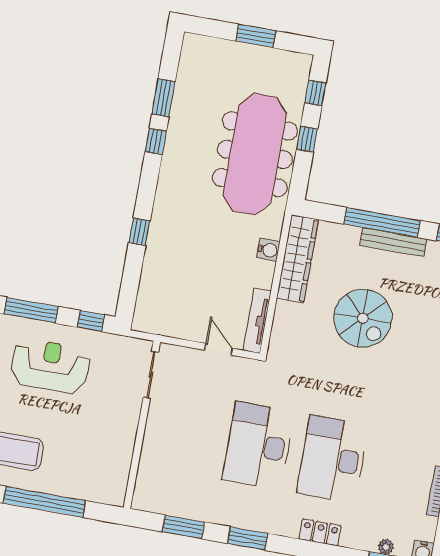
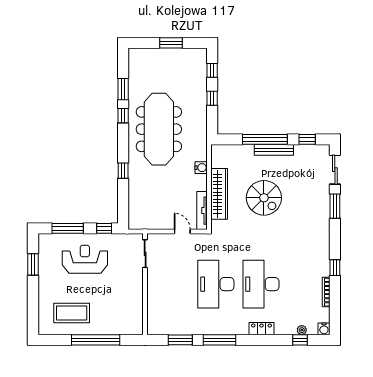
meeting table: (255, 154) -> (159, 129), moved
wardrobe: (297, 259) -> (219, 194), moved
window: (248, 538) -> (220, 340), width x1.44

